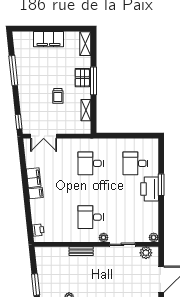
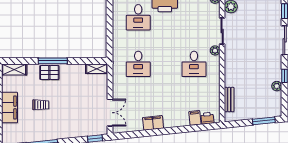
trolley: (58, 96) -> (41, 105), moved
shelving: (86, 110) -> (97, 69), moved
filing cabinet: (36, 193) -> (195, 118), moved
bench: (81, 251) -> (229, 100), moved

